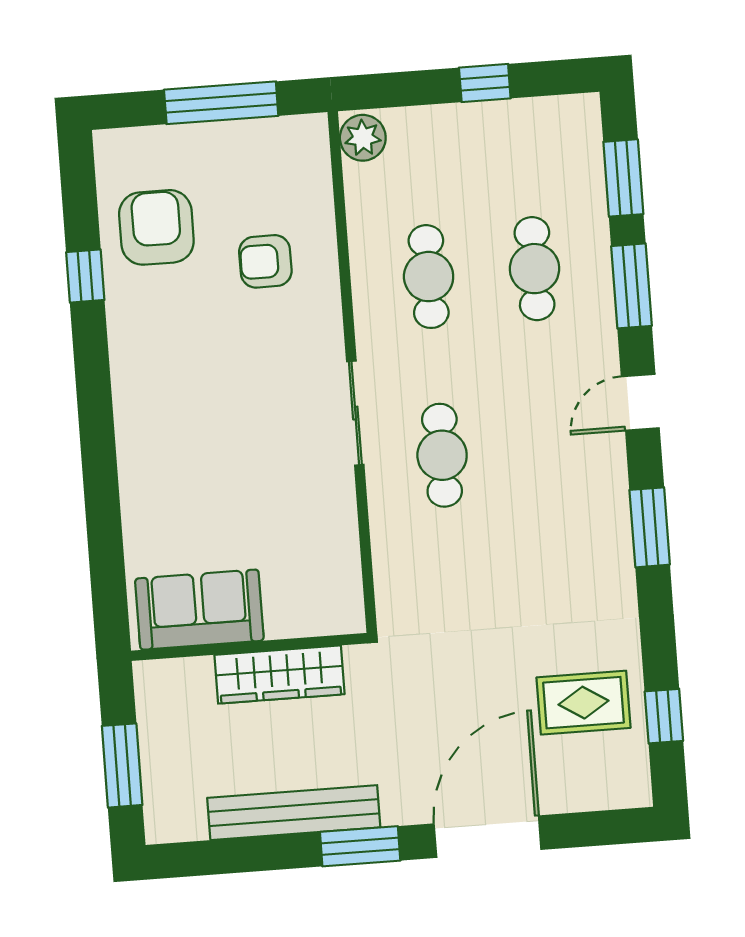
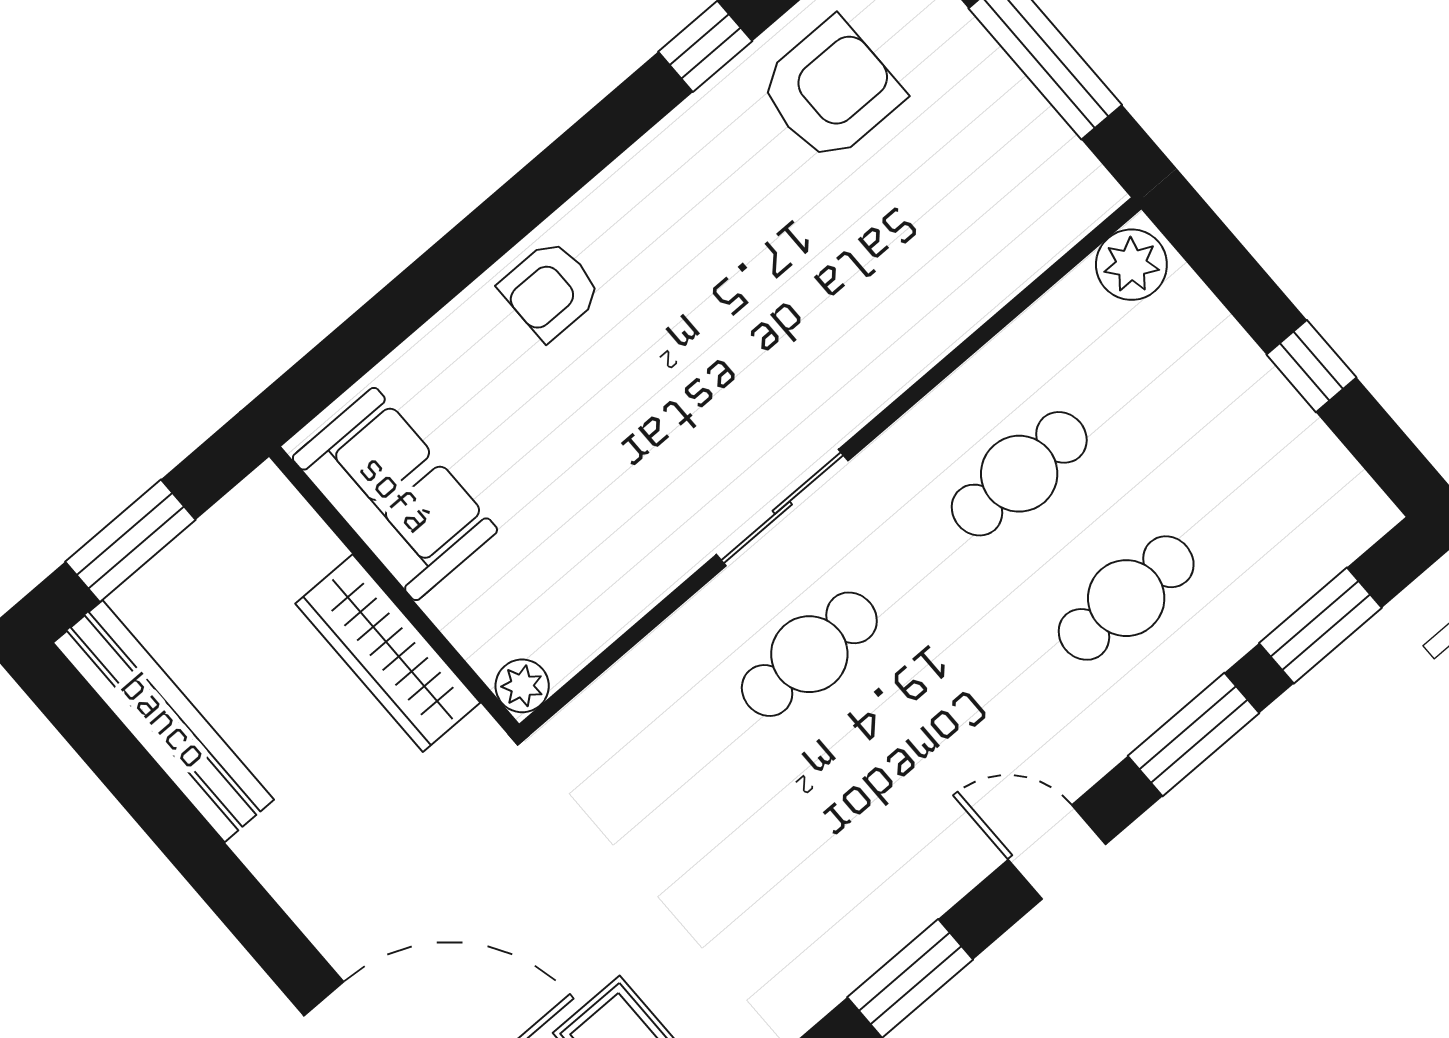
armchair: (265, 261) -> (550, 290), moved, turned -90
plant: (348, 617) -> (522, 686), added
bench: (294, 813) -> (164, 721), moved
window: (360, 846) -> (248, 911), removed

